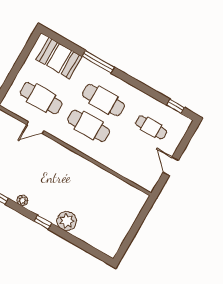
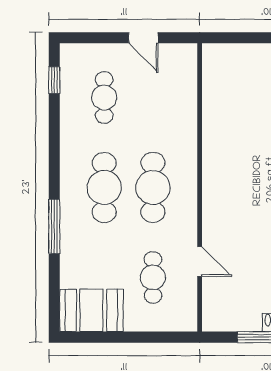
booth: (59, 58) -> (91, 310), moved, turned 90
cafe table: (41, 98) -> (153, 277), width x0.73, depth x0.74
door: (171, 166) -> (143, 38), hinge flipped

